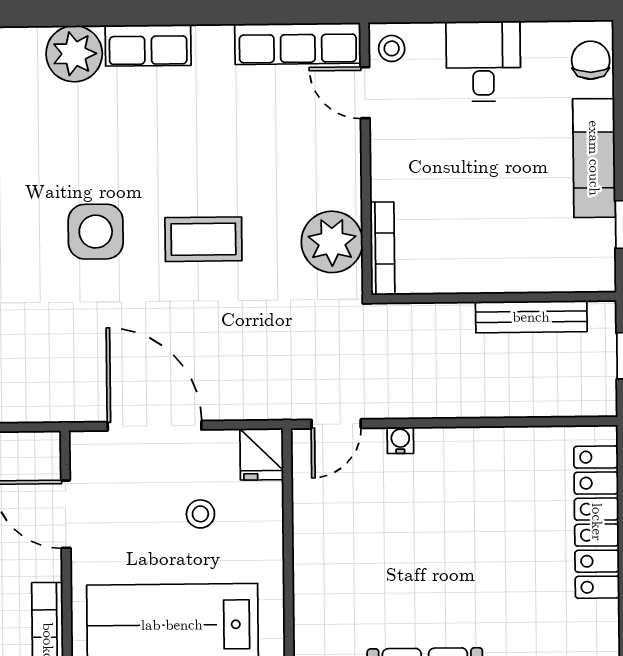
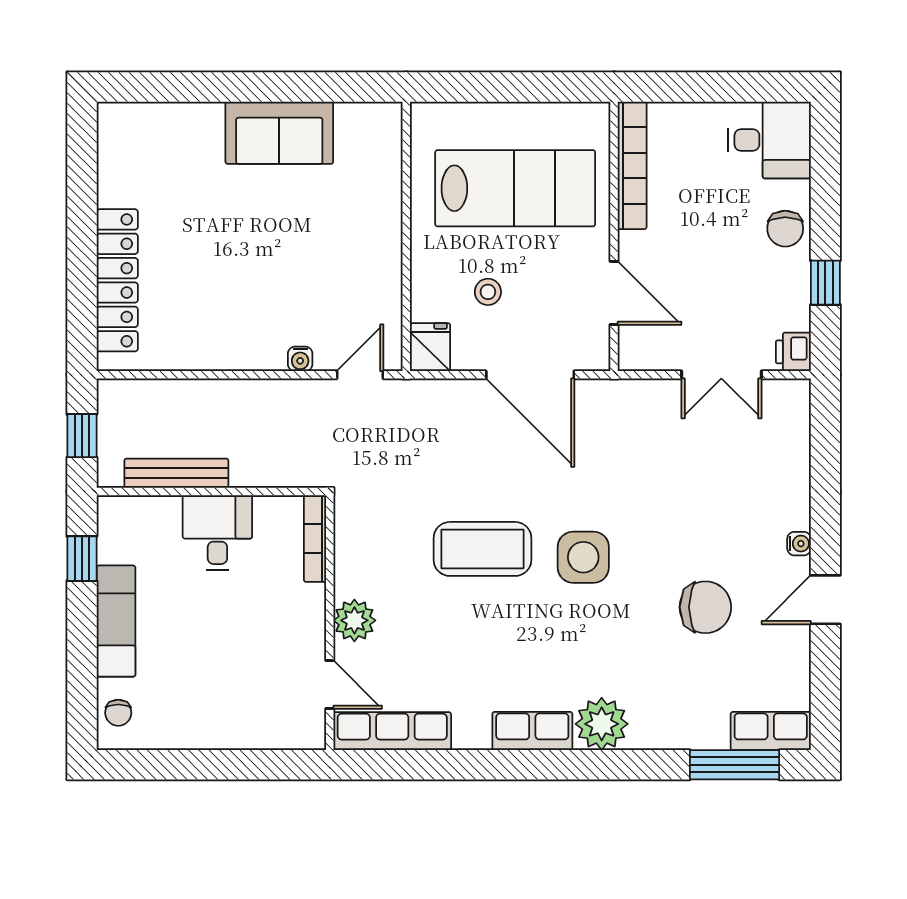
stool: (392, 48) -> (304, 726), removed
chair: (591, 60) -> (118, 713), width x0.73, depth x0.73
desk: (483, 61) -> (217, 533), moved, turned 180
coffee table: (203, 239) -> (482, 549), width x1.36, depth x1.32
plant: (332, 242) -> (354, 620), moved, width x0.73, depth x0.73

